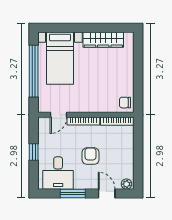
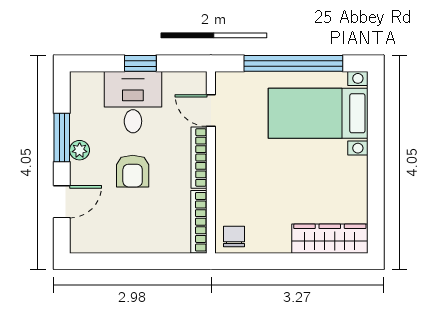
wardrobe: (103, 40) -> (330, 239), moved, turned 90
armchair: (91, 156) -> (133, 171), turned 90
desk: (58, 173) -> (133, 102), moved, turned 90
plant: (126, 184) -> (80, 150), moved

